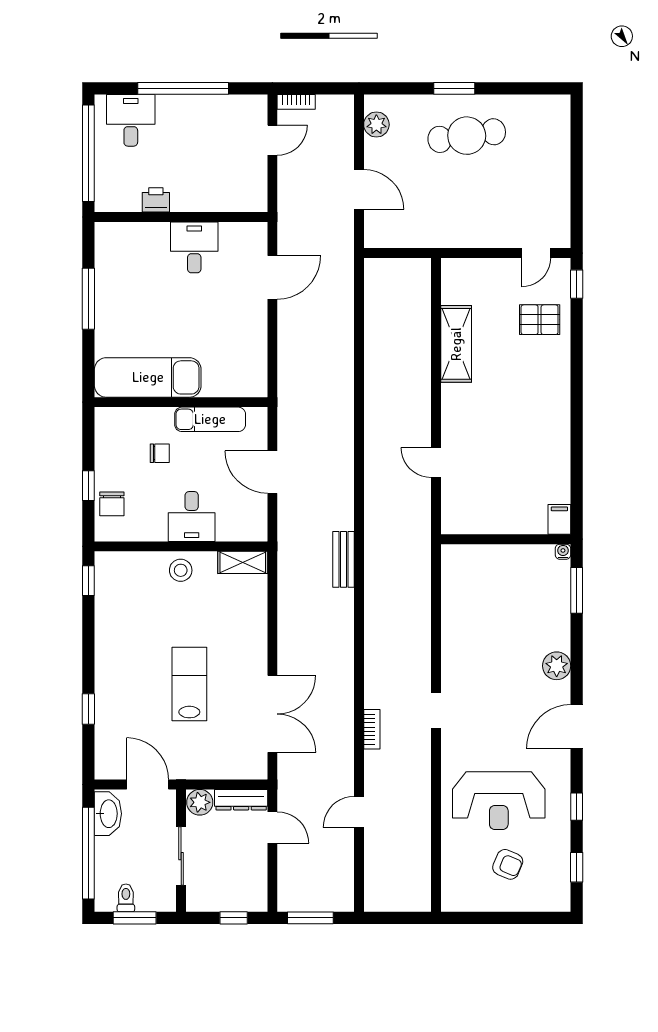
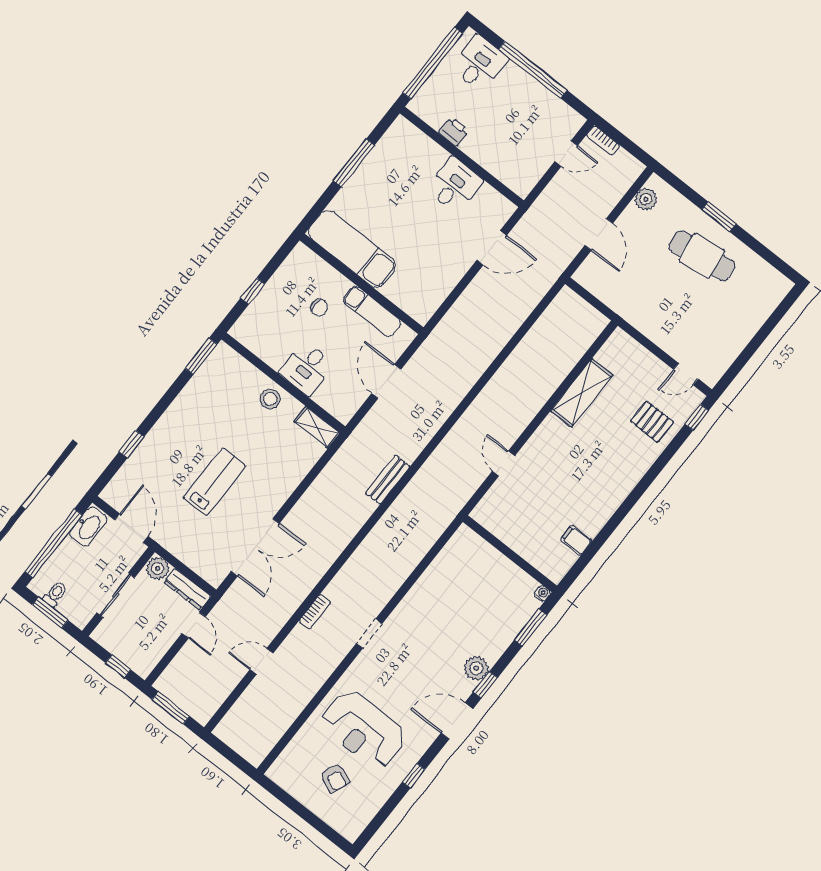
chair: (112, 504) -> (259, 316), removed
filing cabinet: (559, 519) -> (576, 540), moved, turned -90
window: (88, 581) -> (201, 356), width x1.50
window: (577, 867) -> (485, 685), moved

